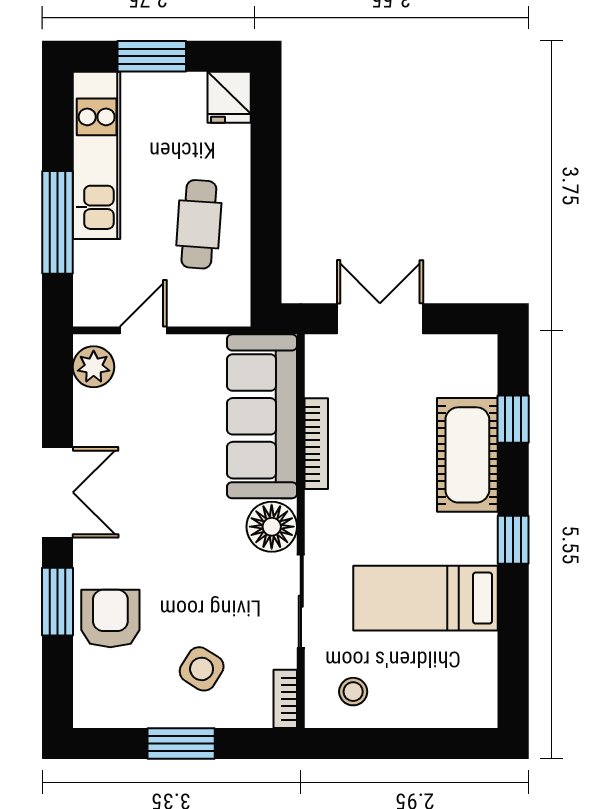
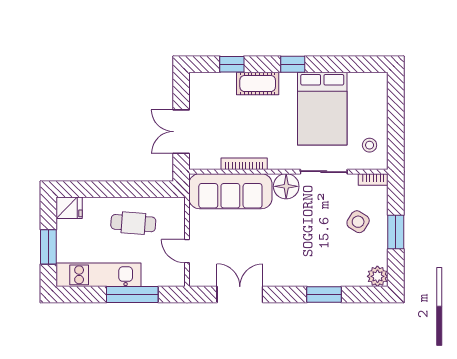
plant: (94, 367) -> (377, 276), moved
cot: (467, 455) -> (258, 84), width x0.73, depth x0.75
double door: (58, 492) -> (240, 295), moved
bed: (425, 598) -> (322, 109), width x1.50
armchair: (110, 618) -> (333, 268), removed

